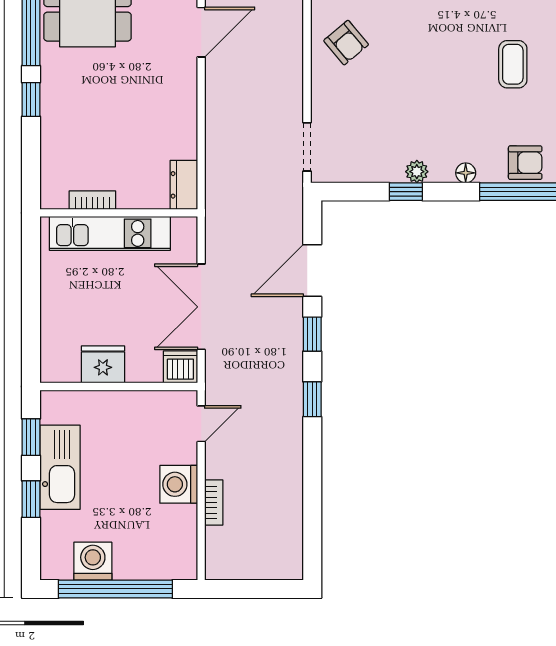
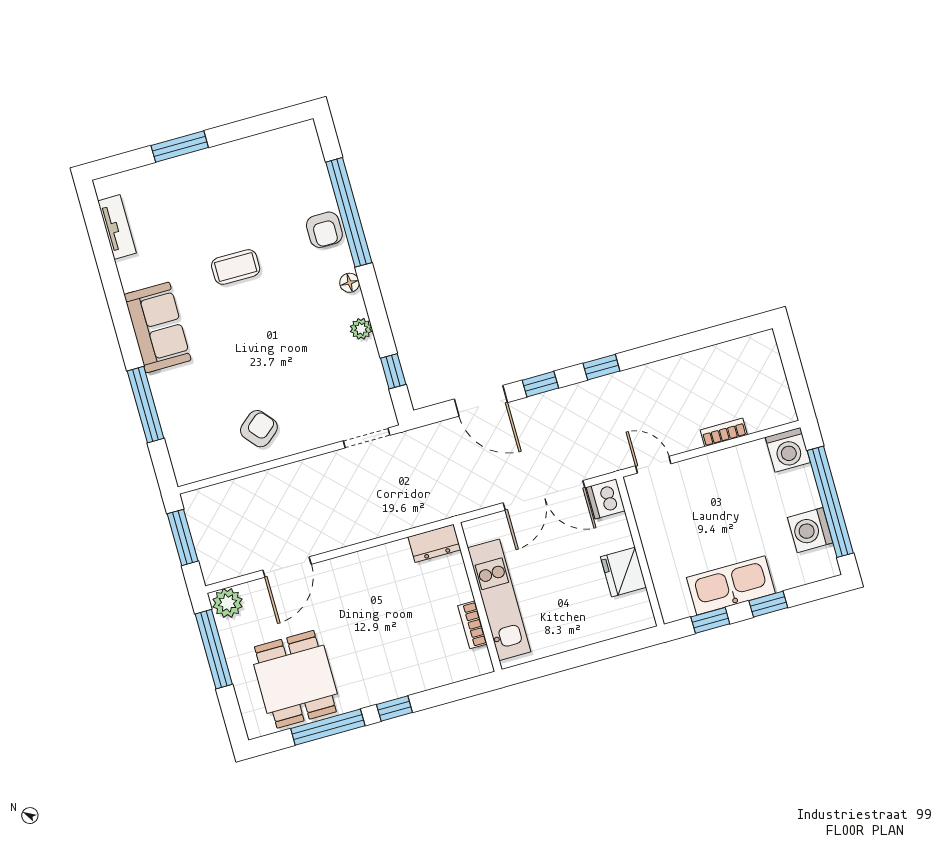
door: (201, 32) -> (287, 567), swing flipped
armchair: (525, 163) -> (324, 230), turned 180
window: (406, 192) -> (393, 371), moved
washing machine: (179, 484) -> (788, 450), moved

